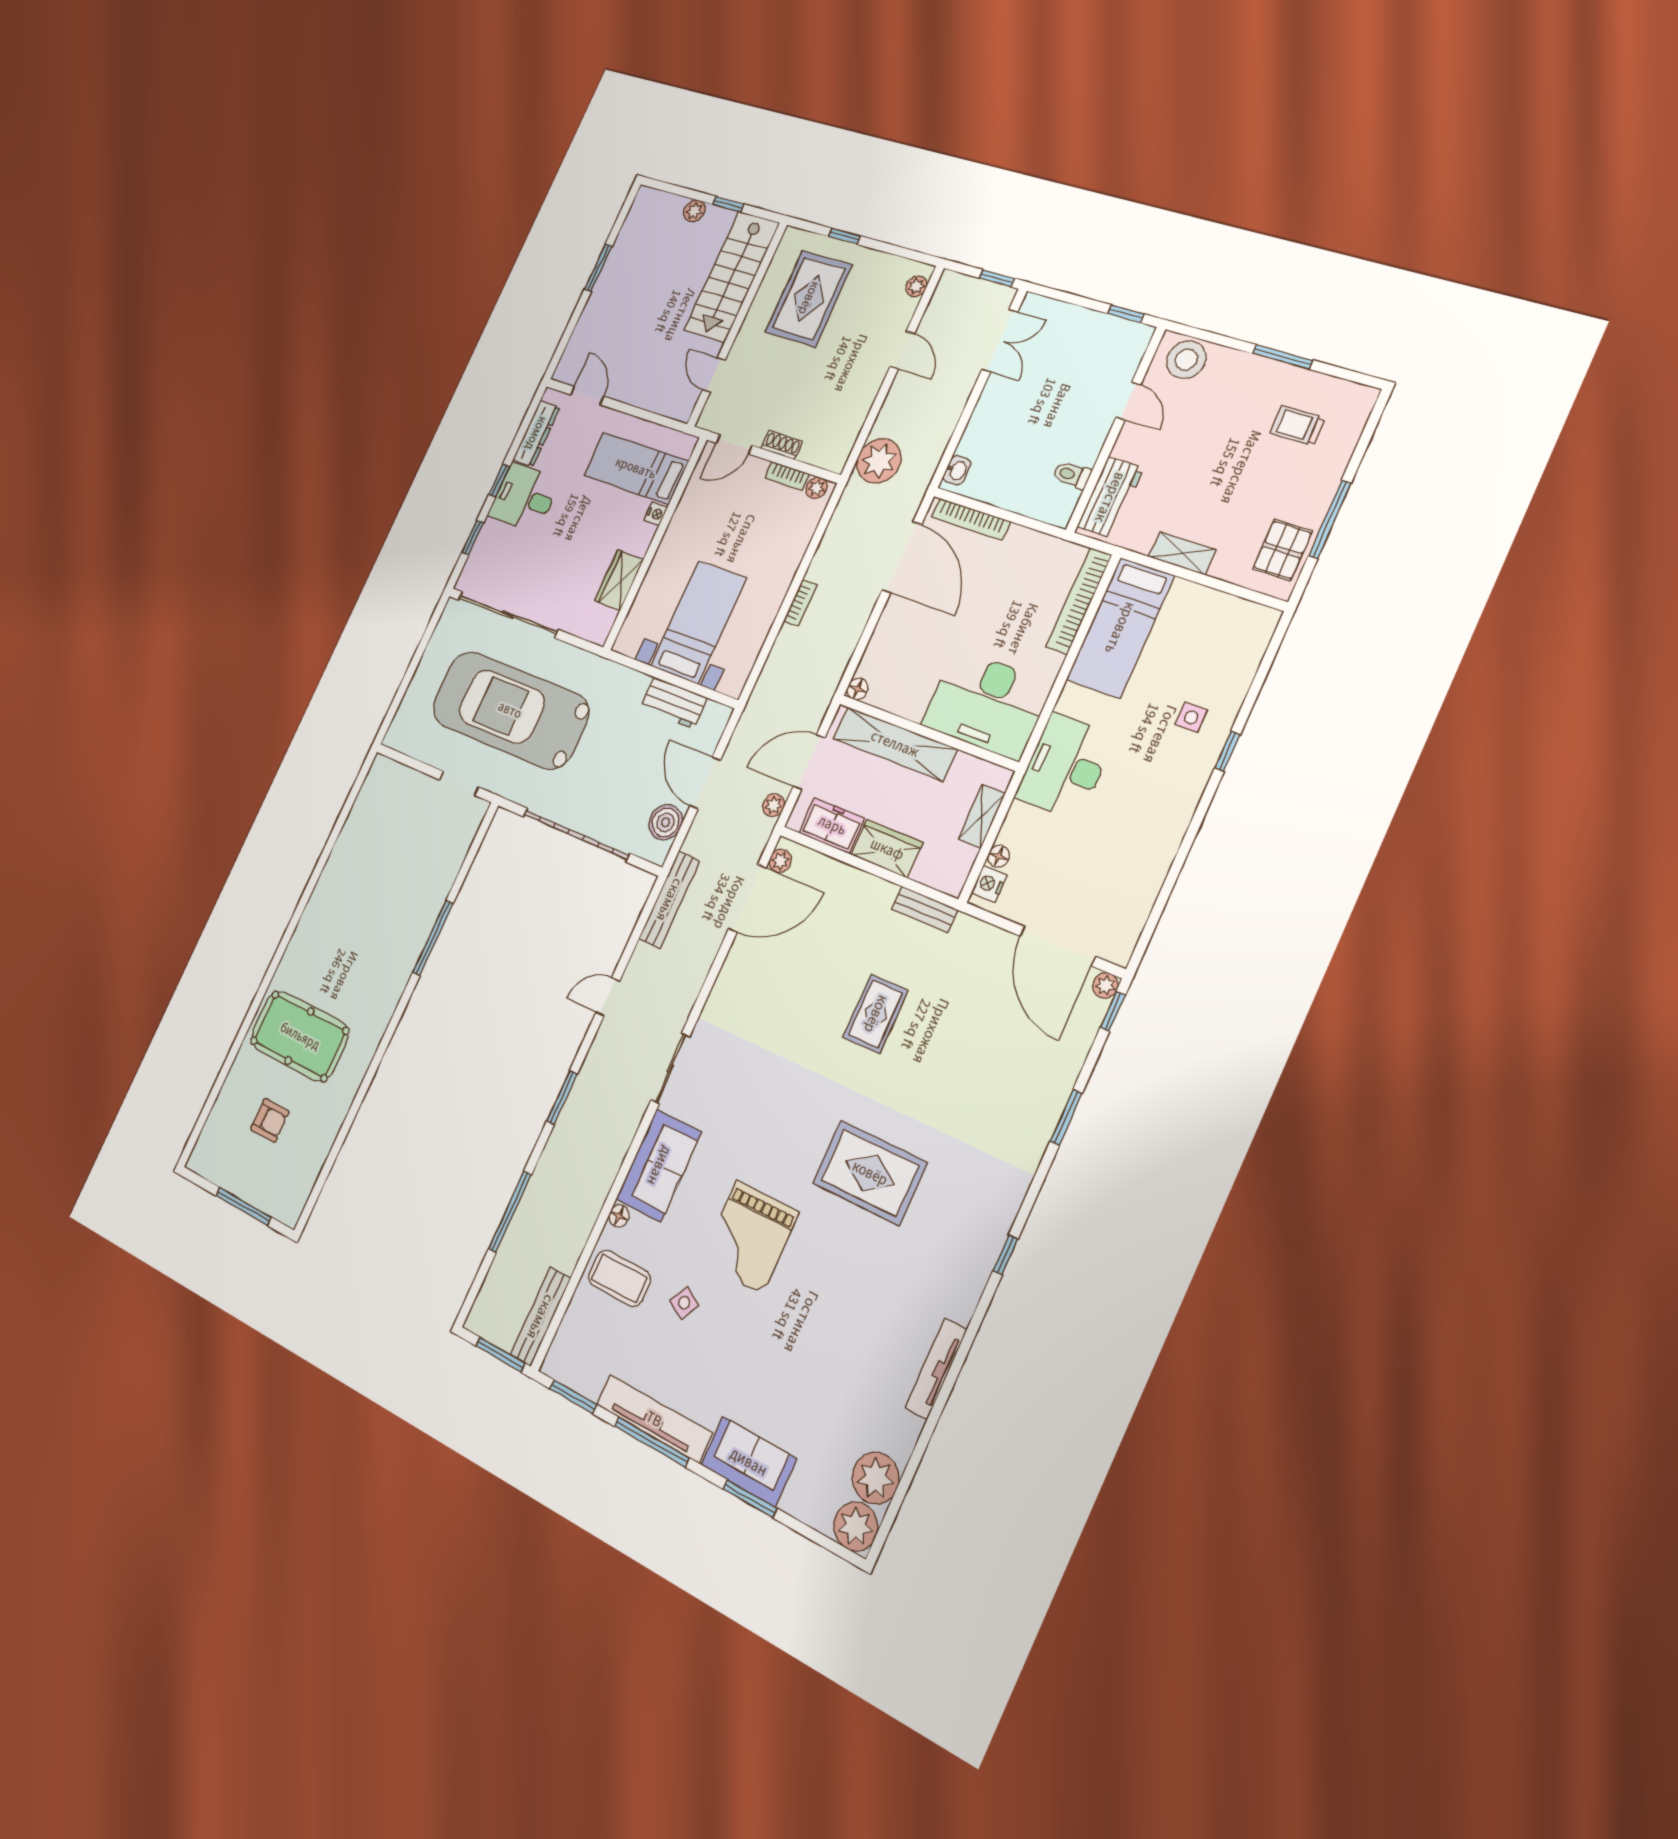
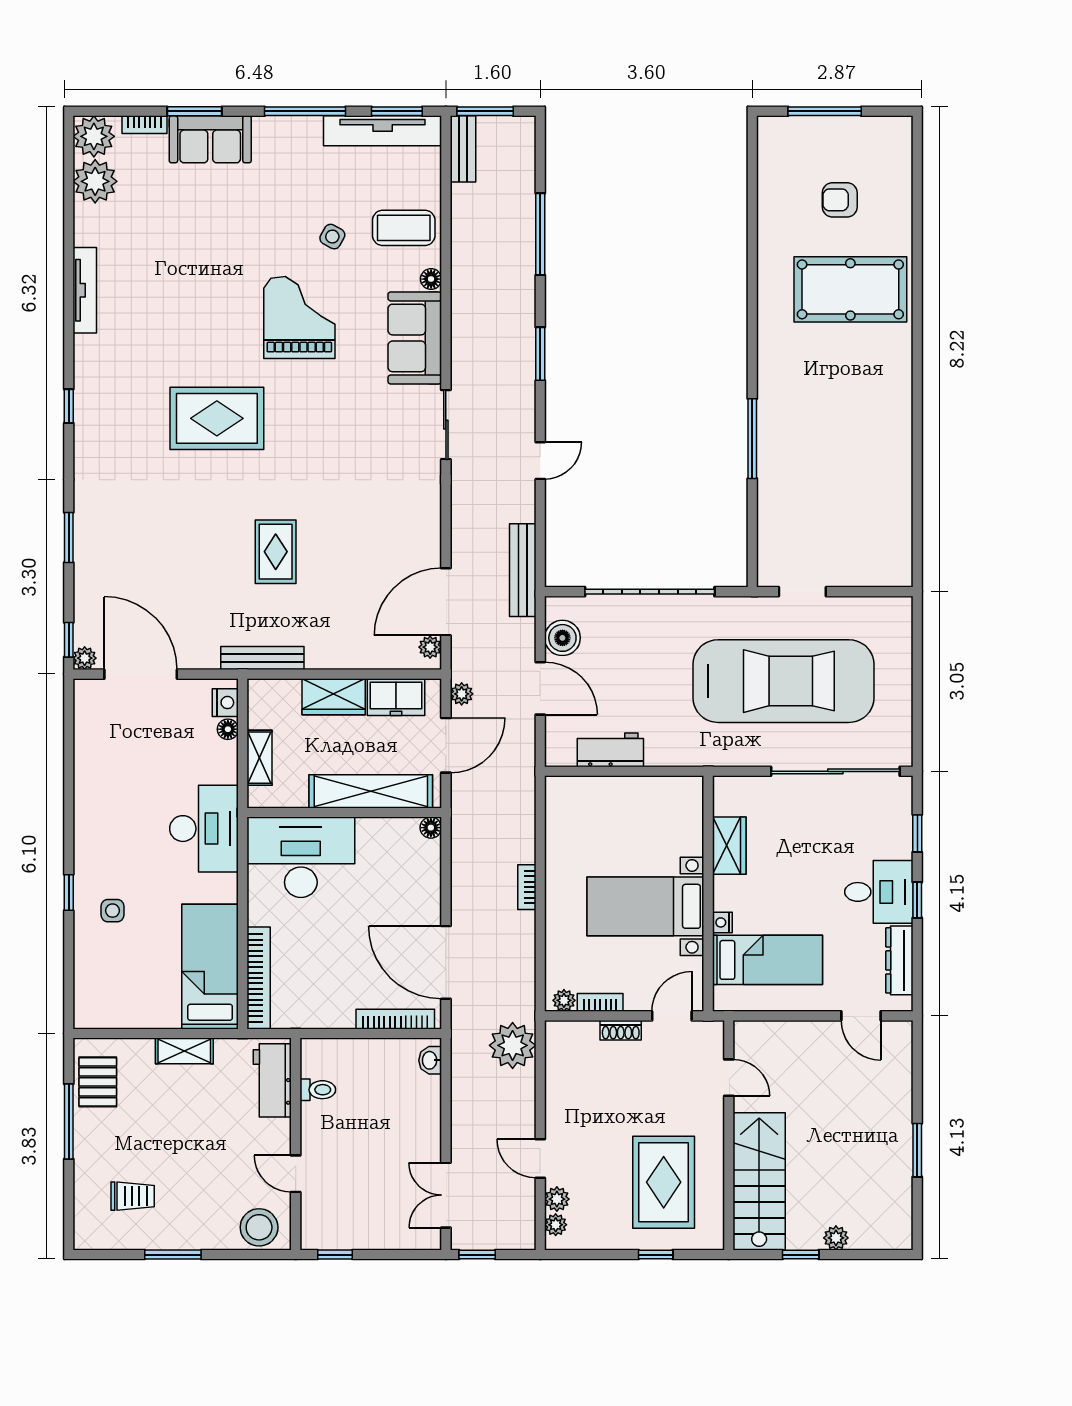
plant: (905, 309) -> (557, 1199), added
bed with nightstands: (698, 622) -> (645, 906), moved, turned 90
bench: (925, 909) -> (262, 658), width x1.36
bench: (540, 1317) -> (463, 149), width x0.73
tv unit: (654, 1419) -> (383, 131), moved
bookcase: (802, 1511) -> (145, 125), added

